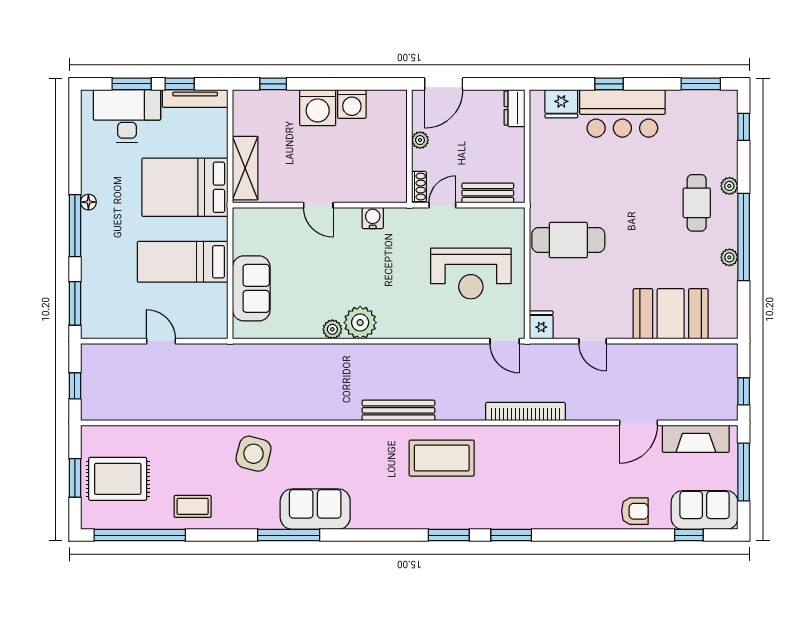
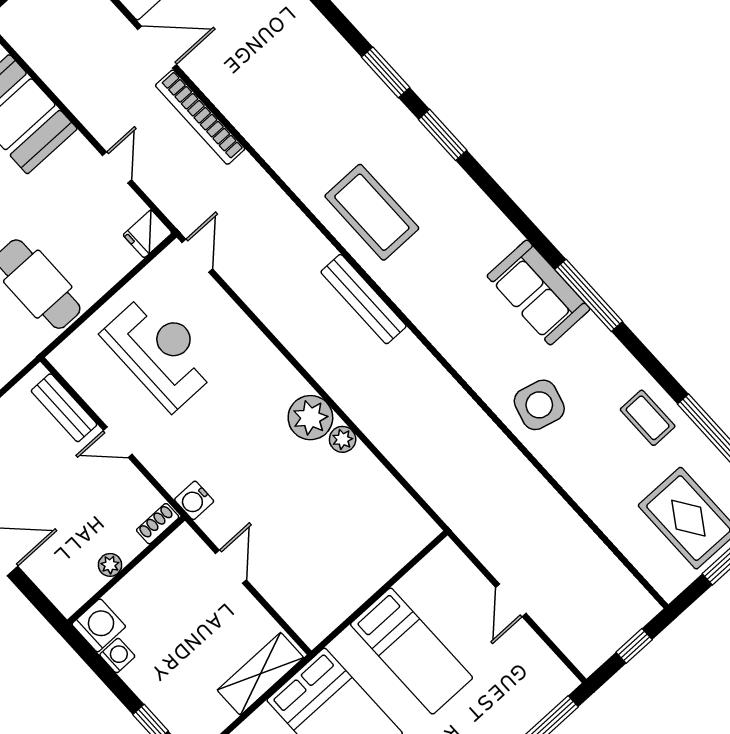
washing machine: (318, 108) -> (117, 656), width x0.53, depth x0.53
plant: (420, 140) -> (110, 565), moved
wall: (409, 146) -> (126, 570), moved
shoe rack: (419, 187) -> (158, 524), moved
sofa: (251, 288) -> (375, 558), removed
bookcase: (525, 411) -> (200, 117), moved

